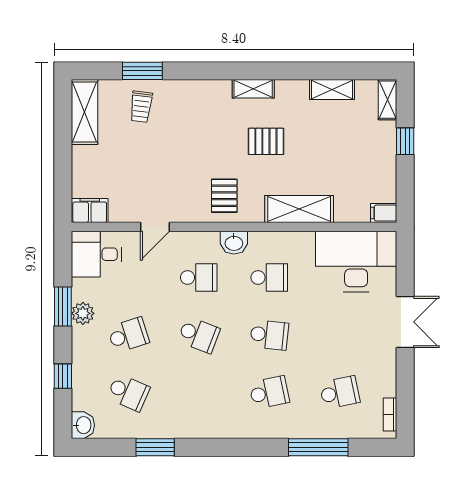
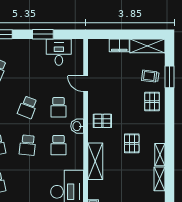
shelving: (253, 89) -> (160, 155), moved
pallet: (188, 104) -> (152, 102), added
filing cabinet: (90, 211) -> (119, 45), moved, turned 90
desk: (96, 254) -> (59, 52), moved
plant: (83, 313) -> (39, 45), removed
school desk: (128, 335) -> (28, 69), removed

